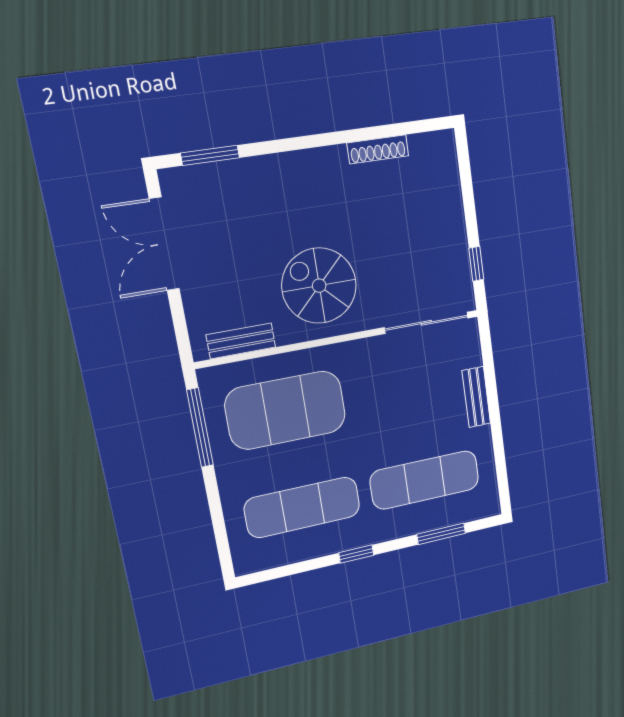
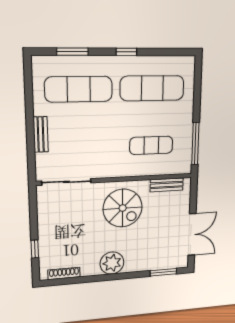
shoe rack: (378, 149) -> (64, 273), moved
plant: (322, 171) -> (112, 263), added
window: (476, 264) -> (35, 249), moved
exercise mat: (286, 410) -> (151, 145), width x0.50, depth x0.69

